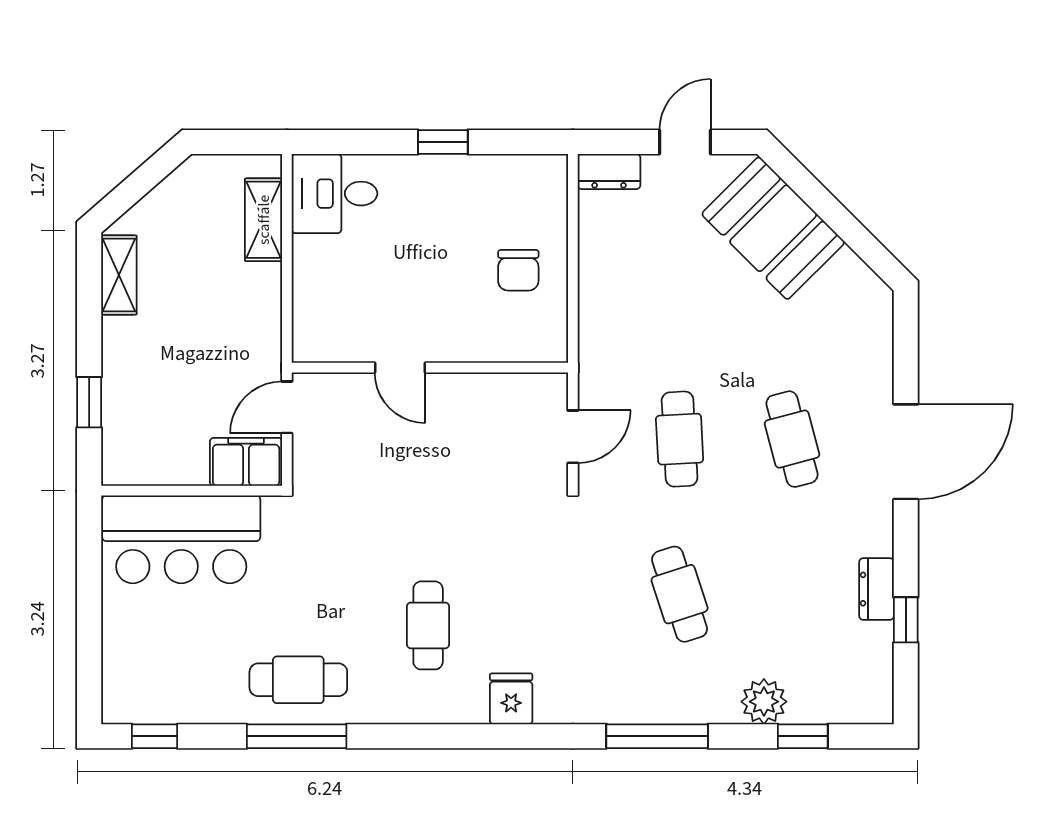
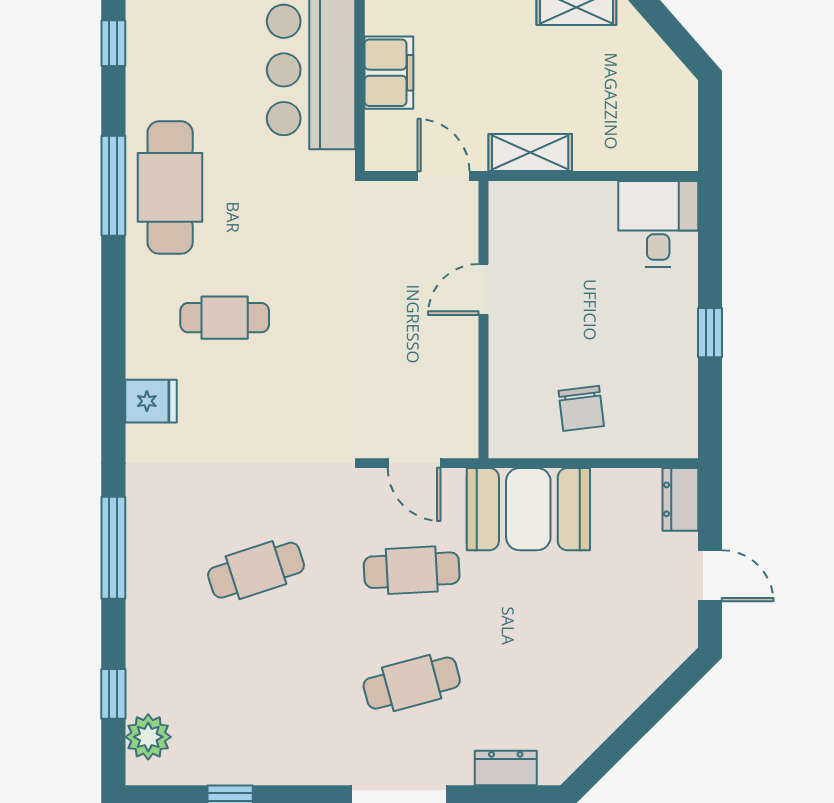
shelving: (264, 220) -> (530, 153), moved
booth: (773, 228) -> (528, 509), moved, turned 45
chair: (518, 270) -> (581, 408), turned -97
filing cabinet: (246, 462) -> (389, 73), moved
dresser: (877, 589) -> (506, 768), moved
cafe table: (298, 680) -> (170, 187), width x1.37, depth x1.35
plant: (764, 702) -> (148, 737), moved

